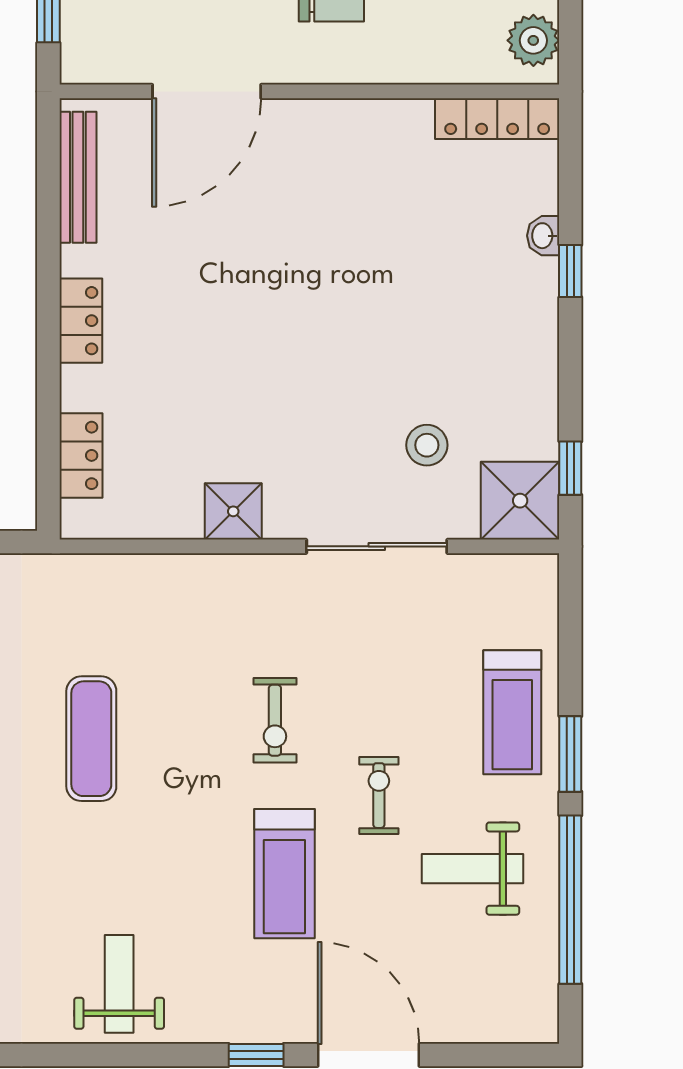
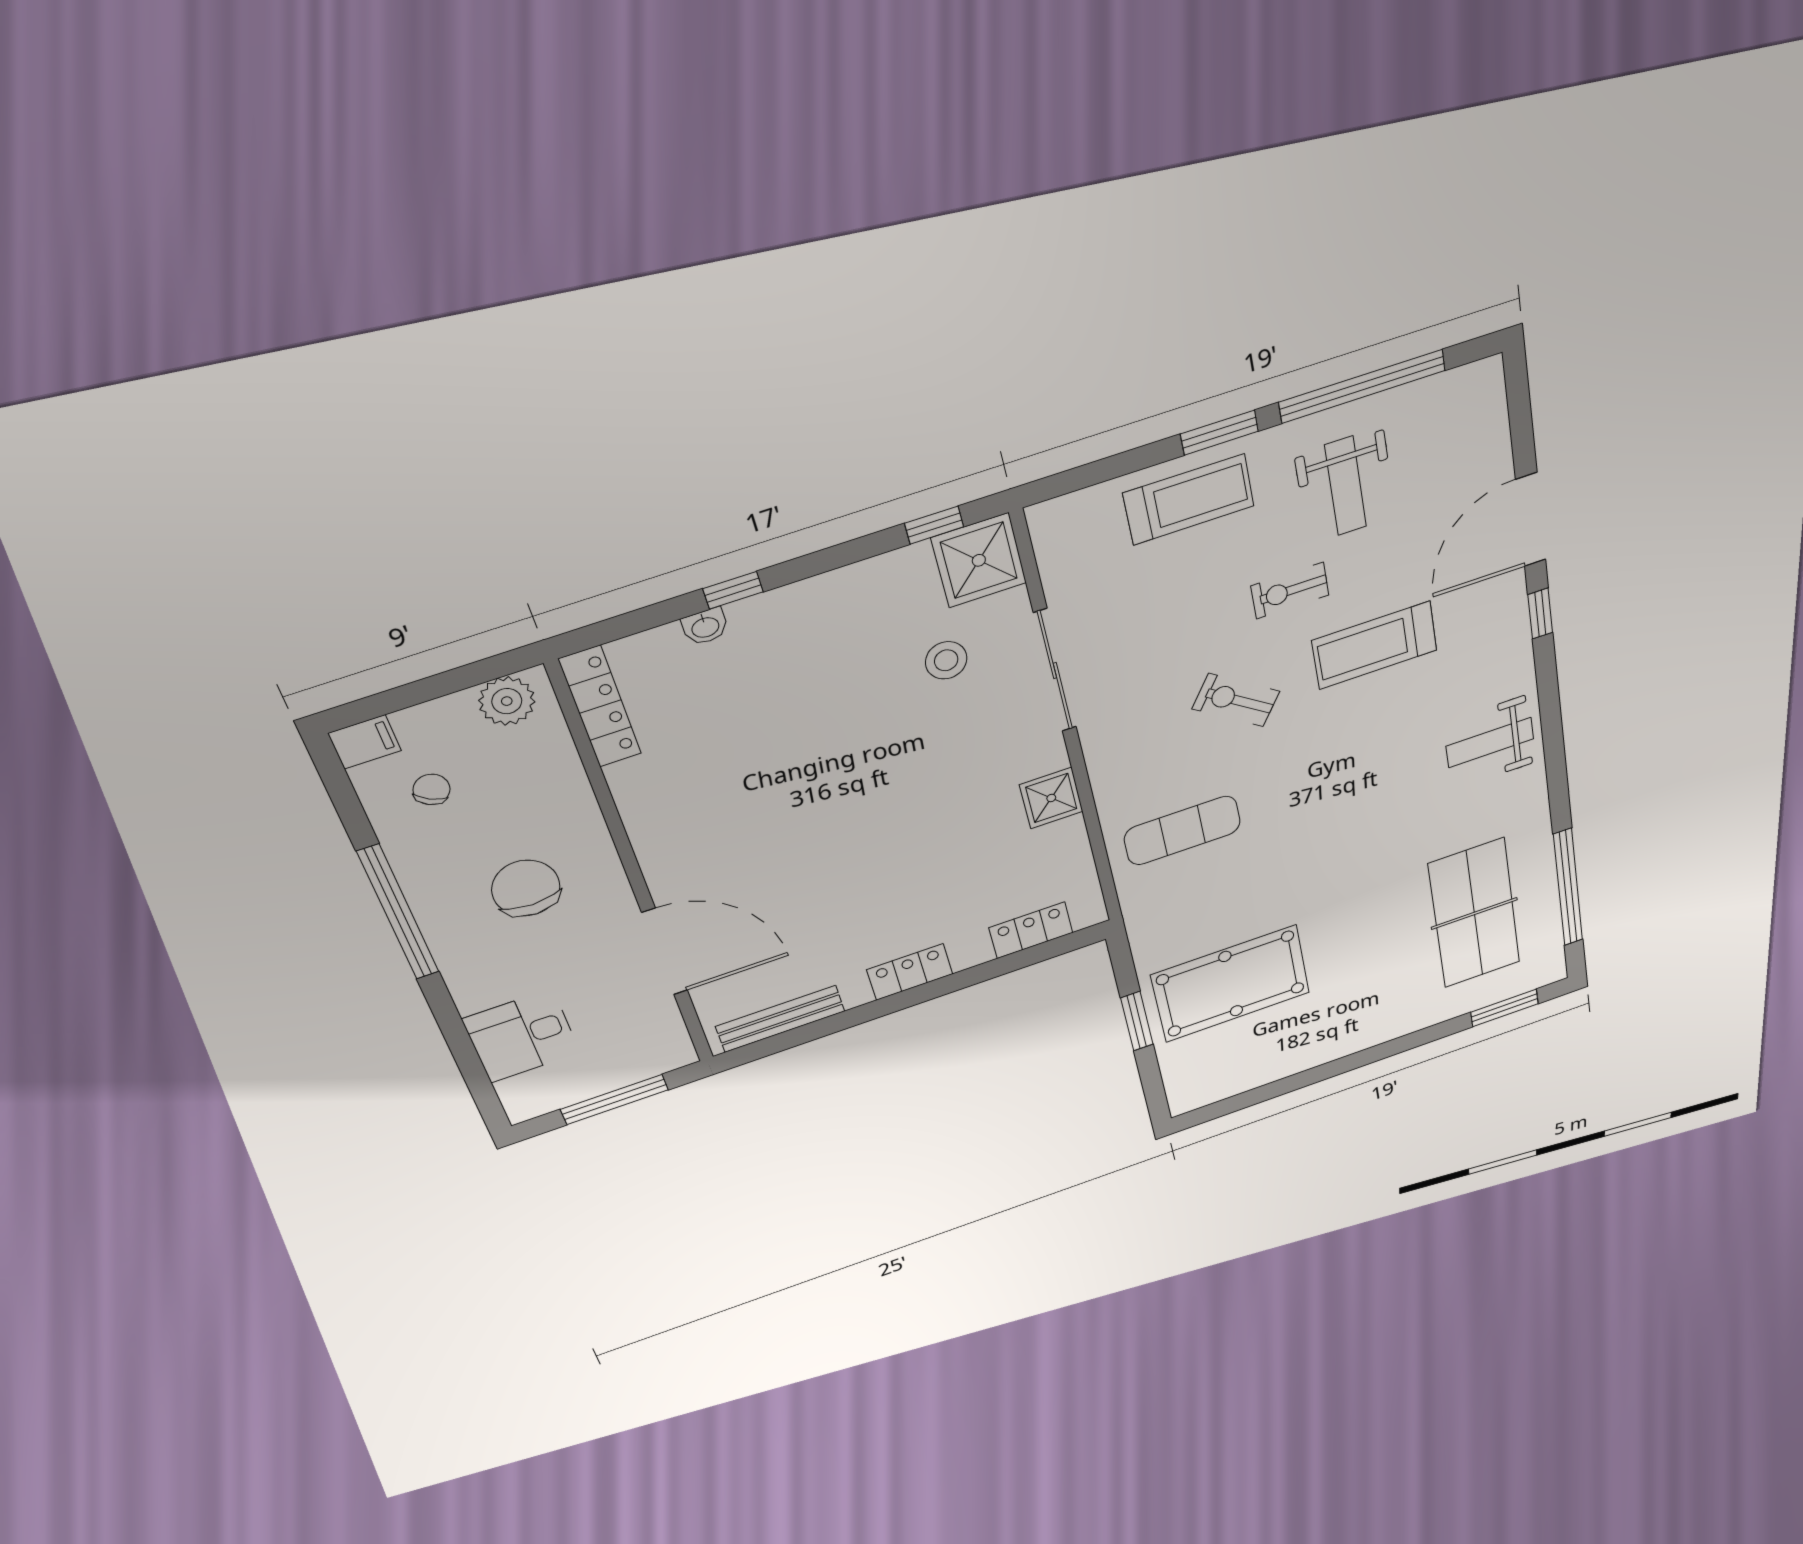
exercise bike: (275, 720) -> (1236, 700), turned -145
exercise mat: (91, 739) -> (1182, 830), moved
treadmill: (284, 874) -> (1375, 645), turned 180

